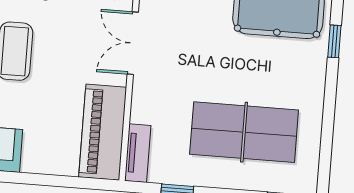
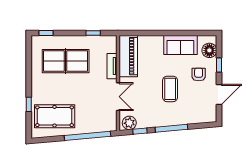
tv unit: (138, 153) -> (112, 66), moved

